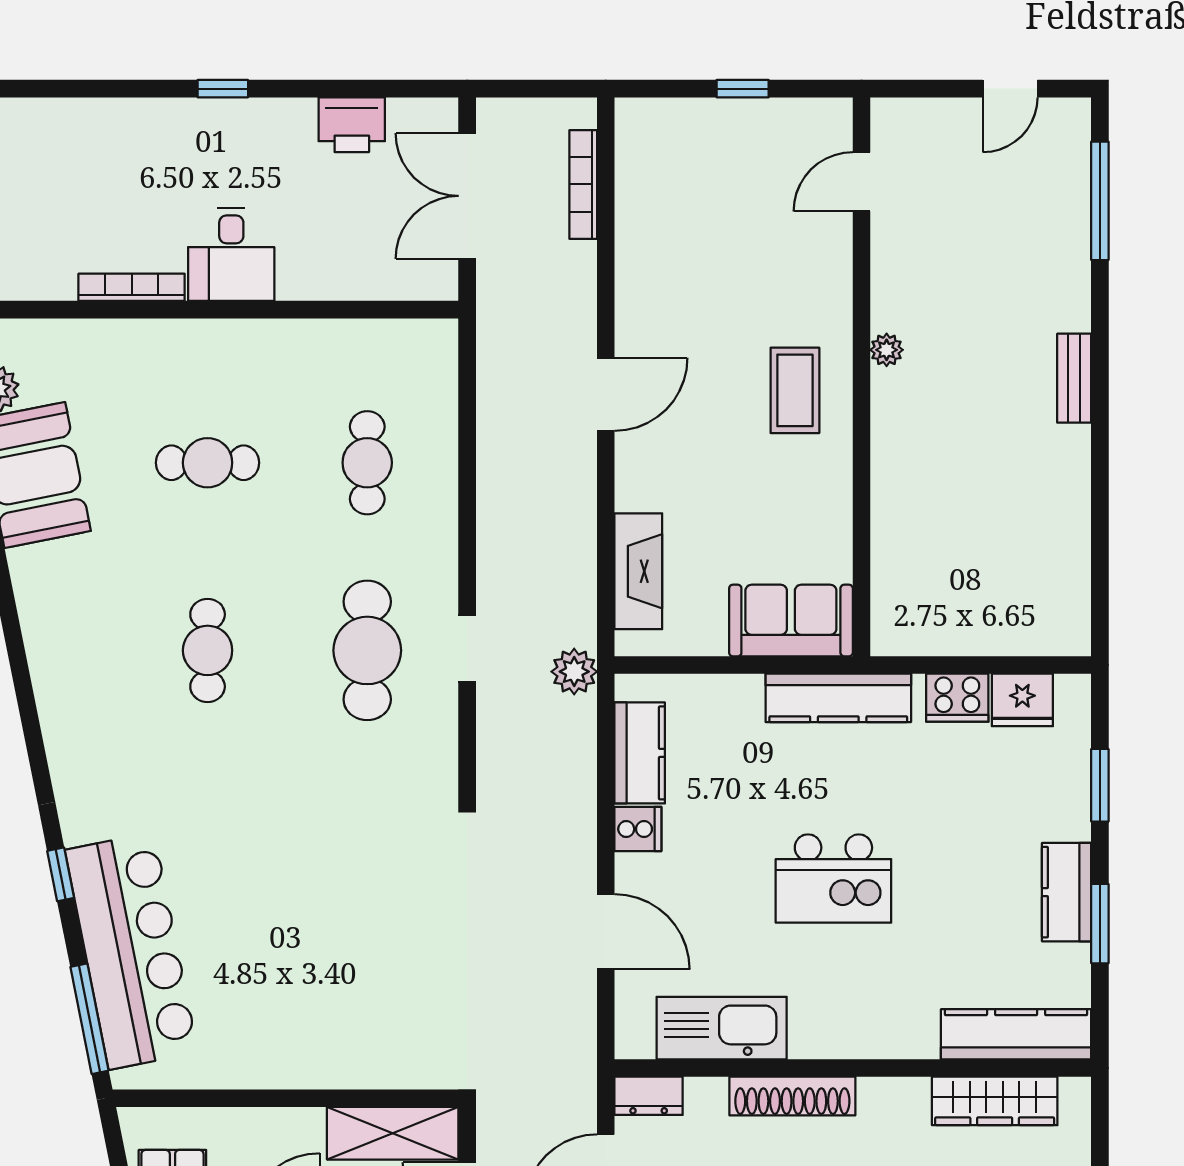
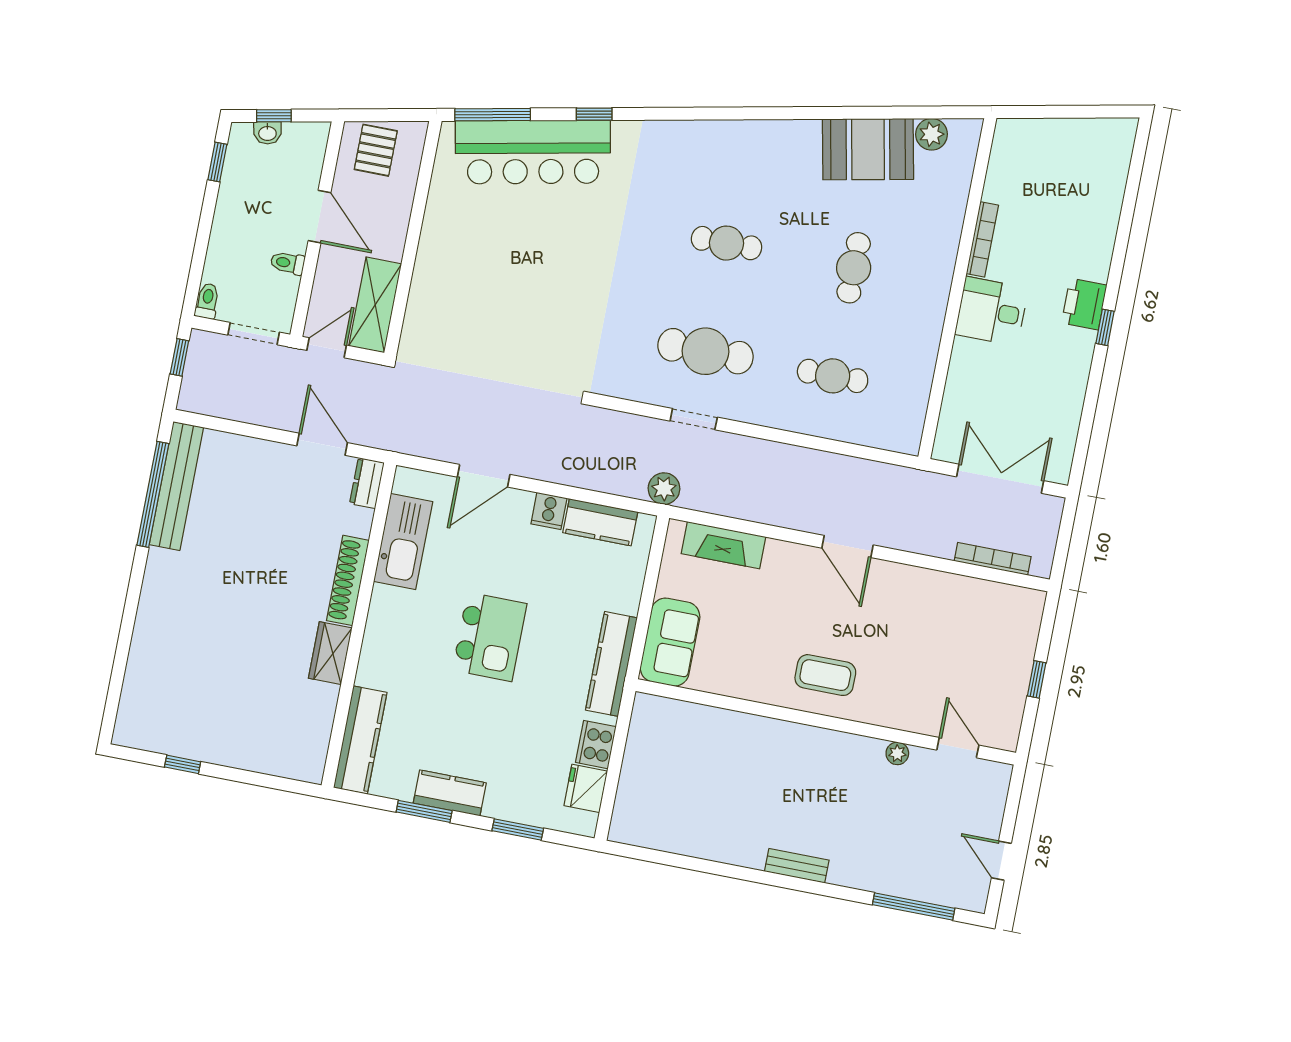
printer: (352, 125) -> (1084, 304), moved
plant: (887, 350) -> (897, 753), moved
kitchen island: (833, 879) -> (490, 637), turned 180
wardrobe: (995, 1101) -> (330, 653), moved, width x0.67

